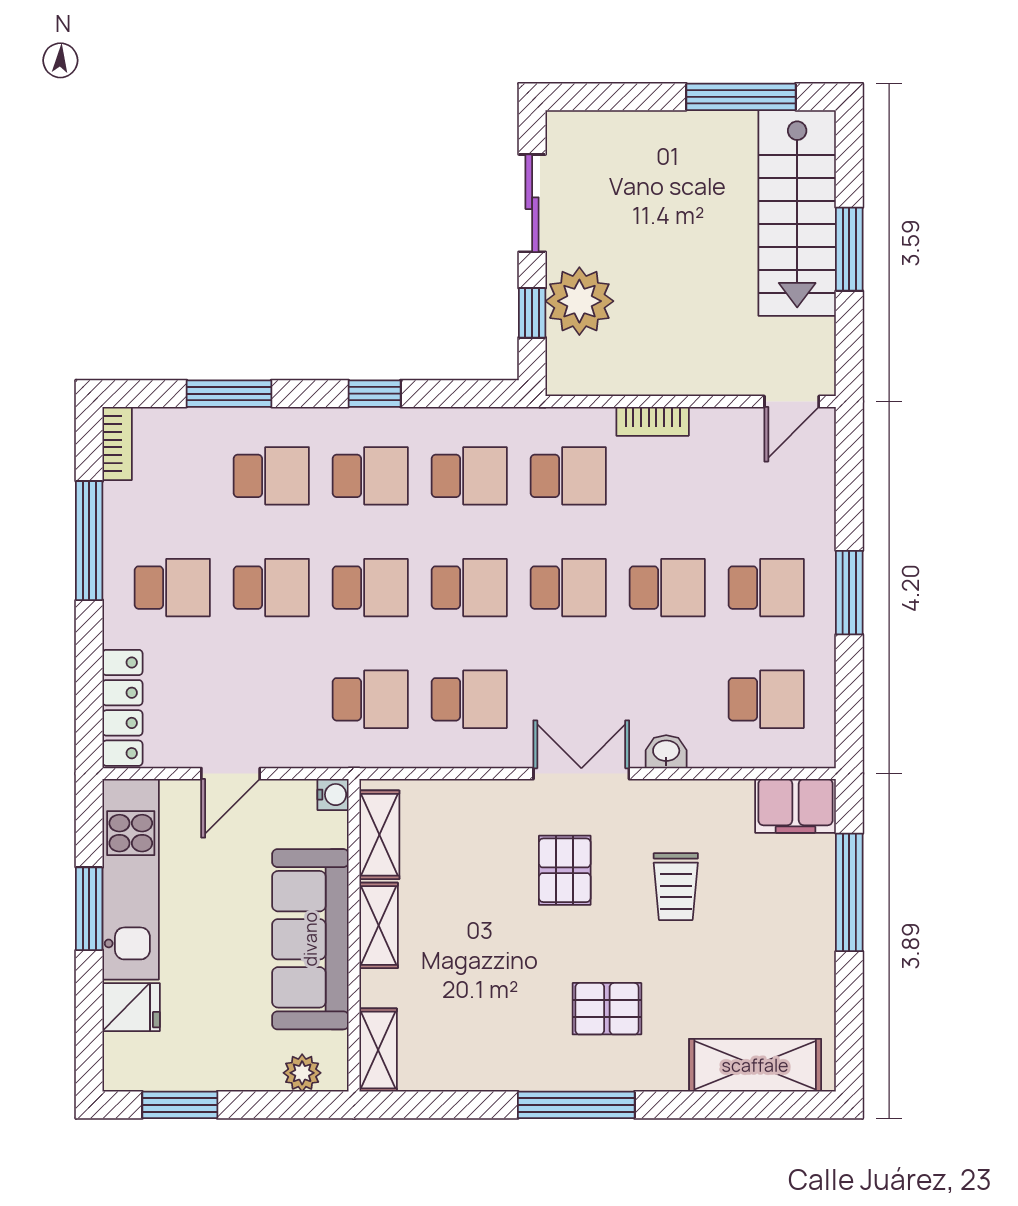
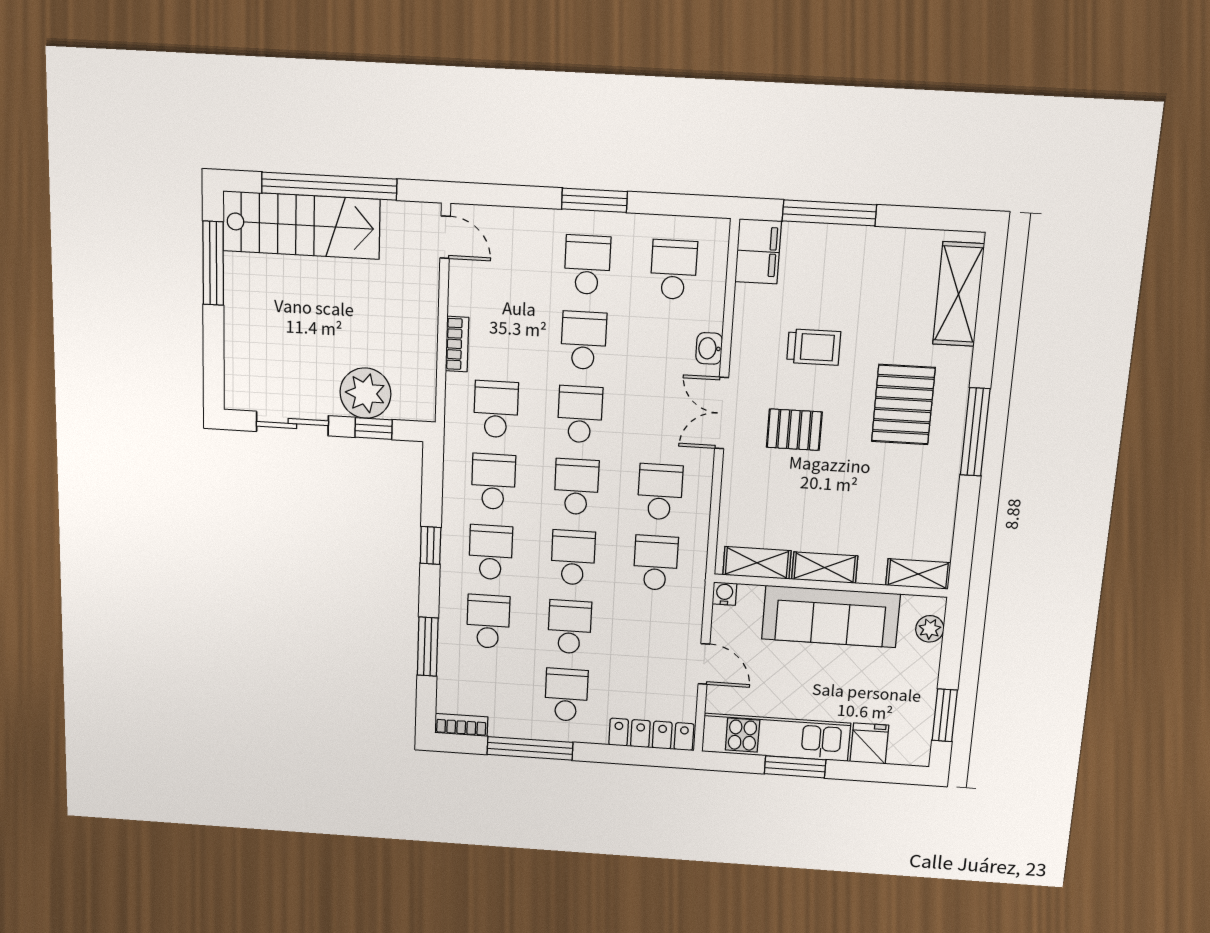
window: (849, 249) -> (329, 186), width x2.11
pallet: (607, 1009) -> (903, 405), width x1.50, depth x1.42

